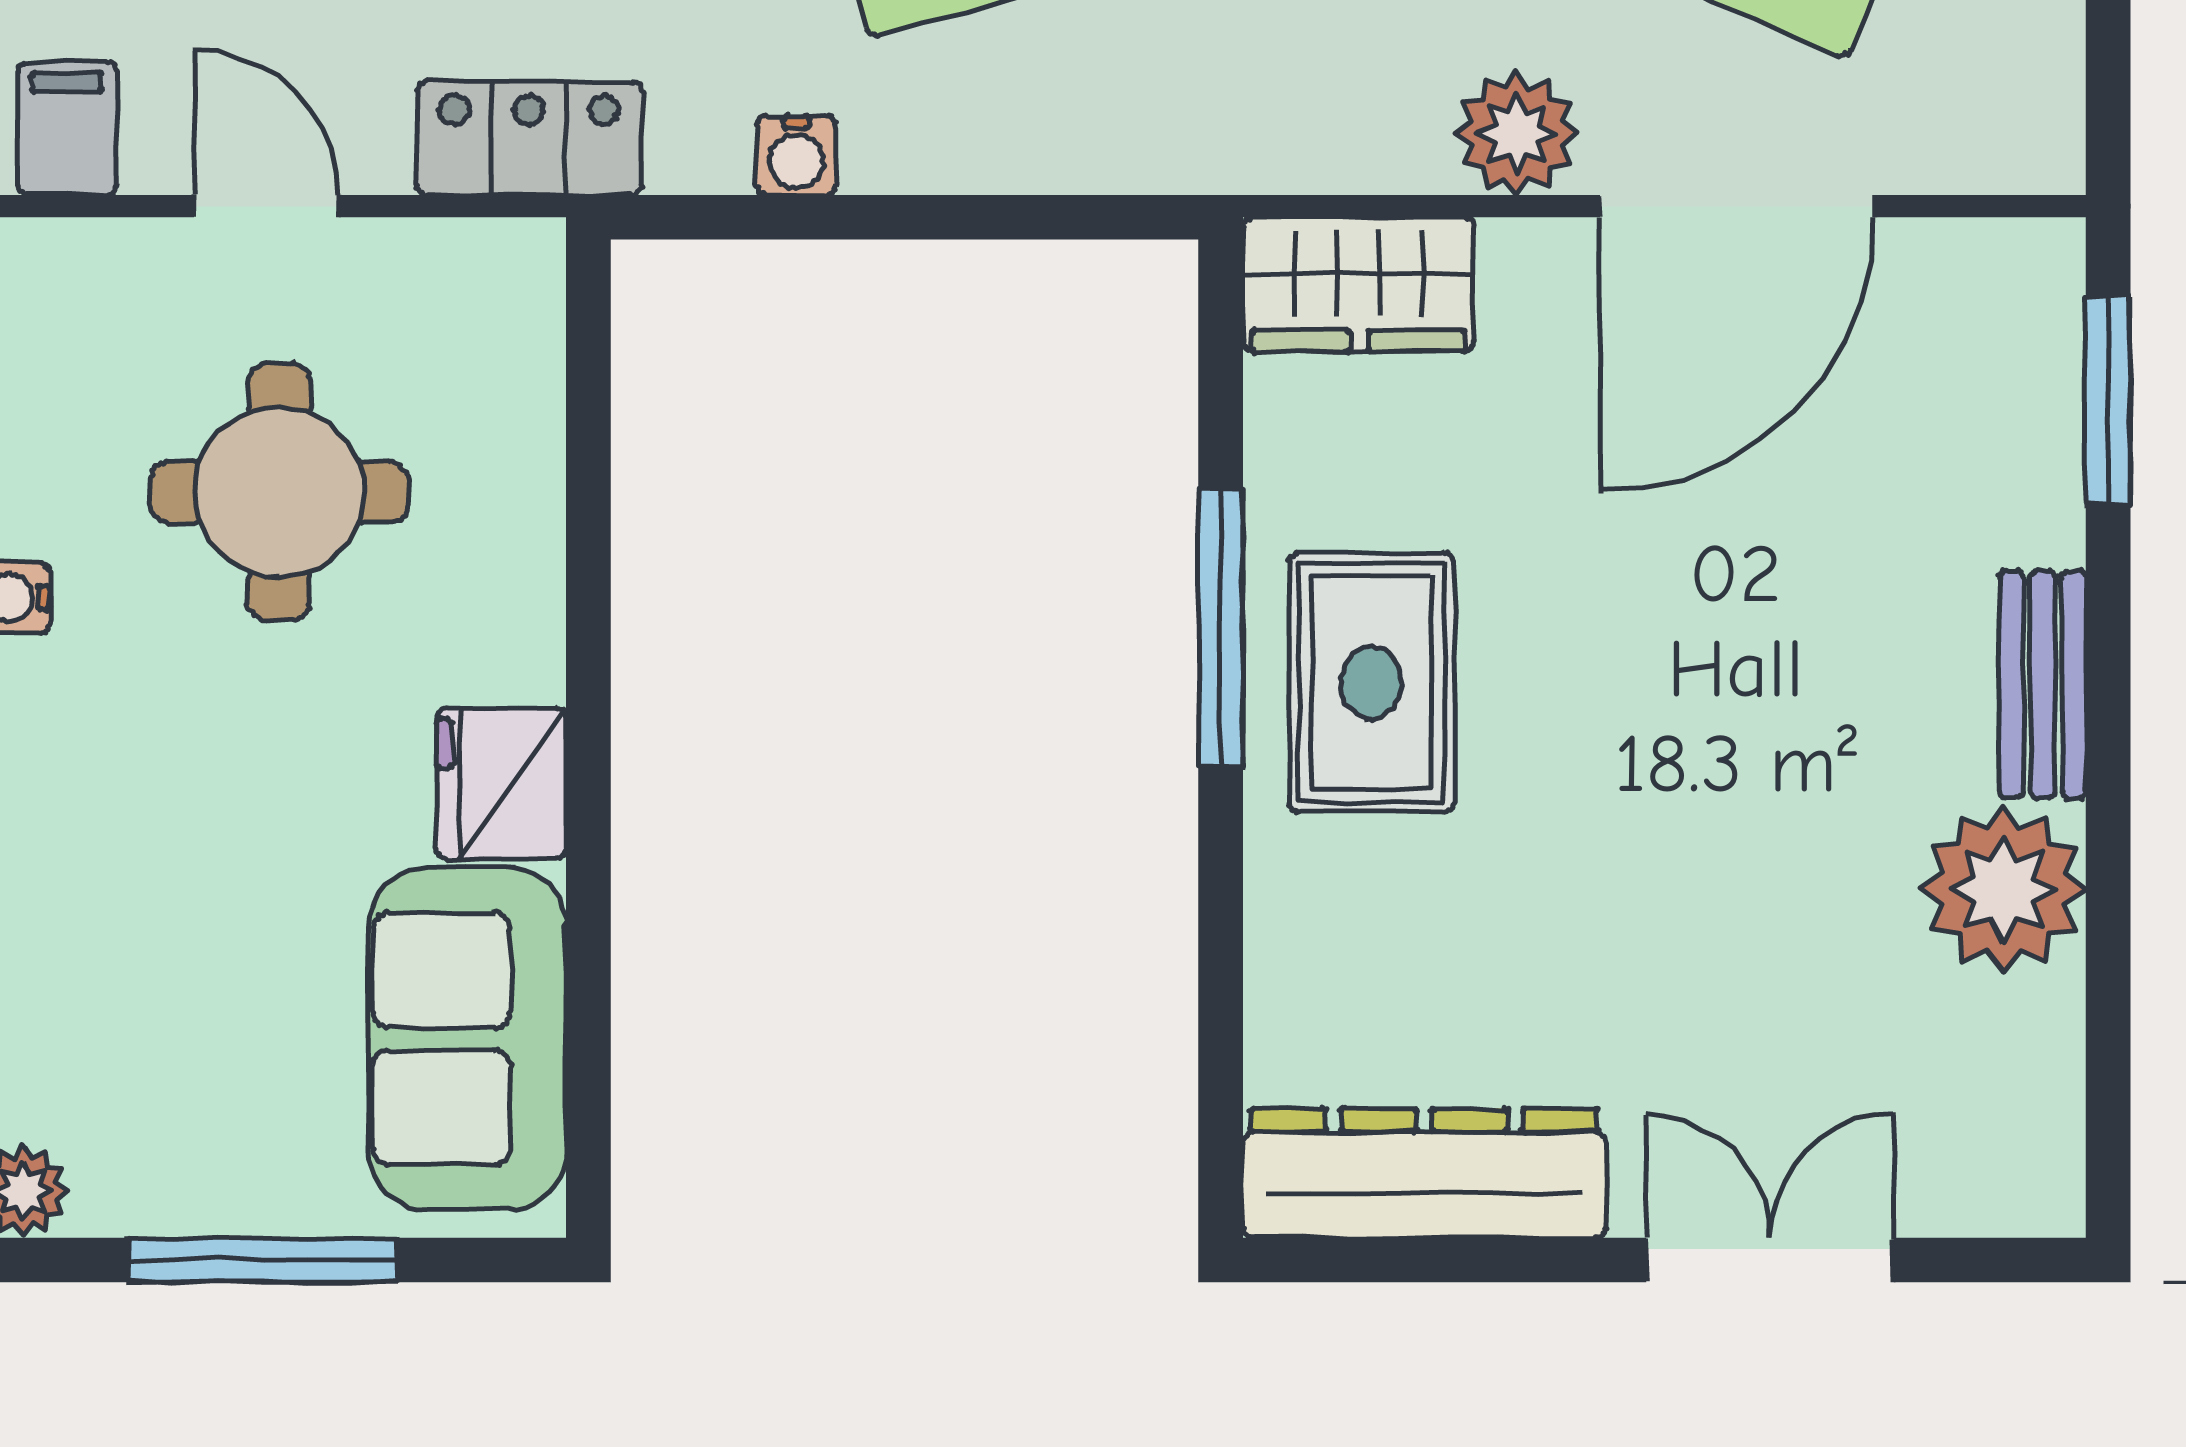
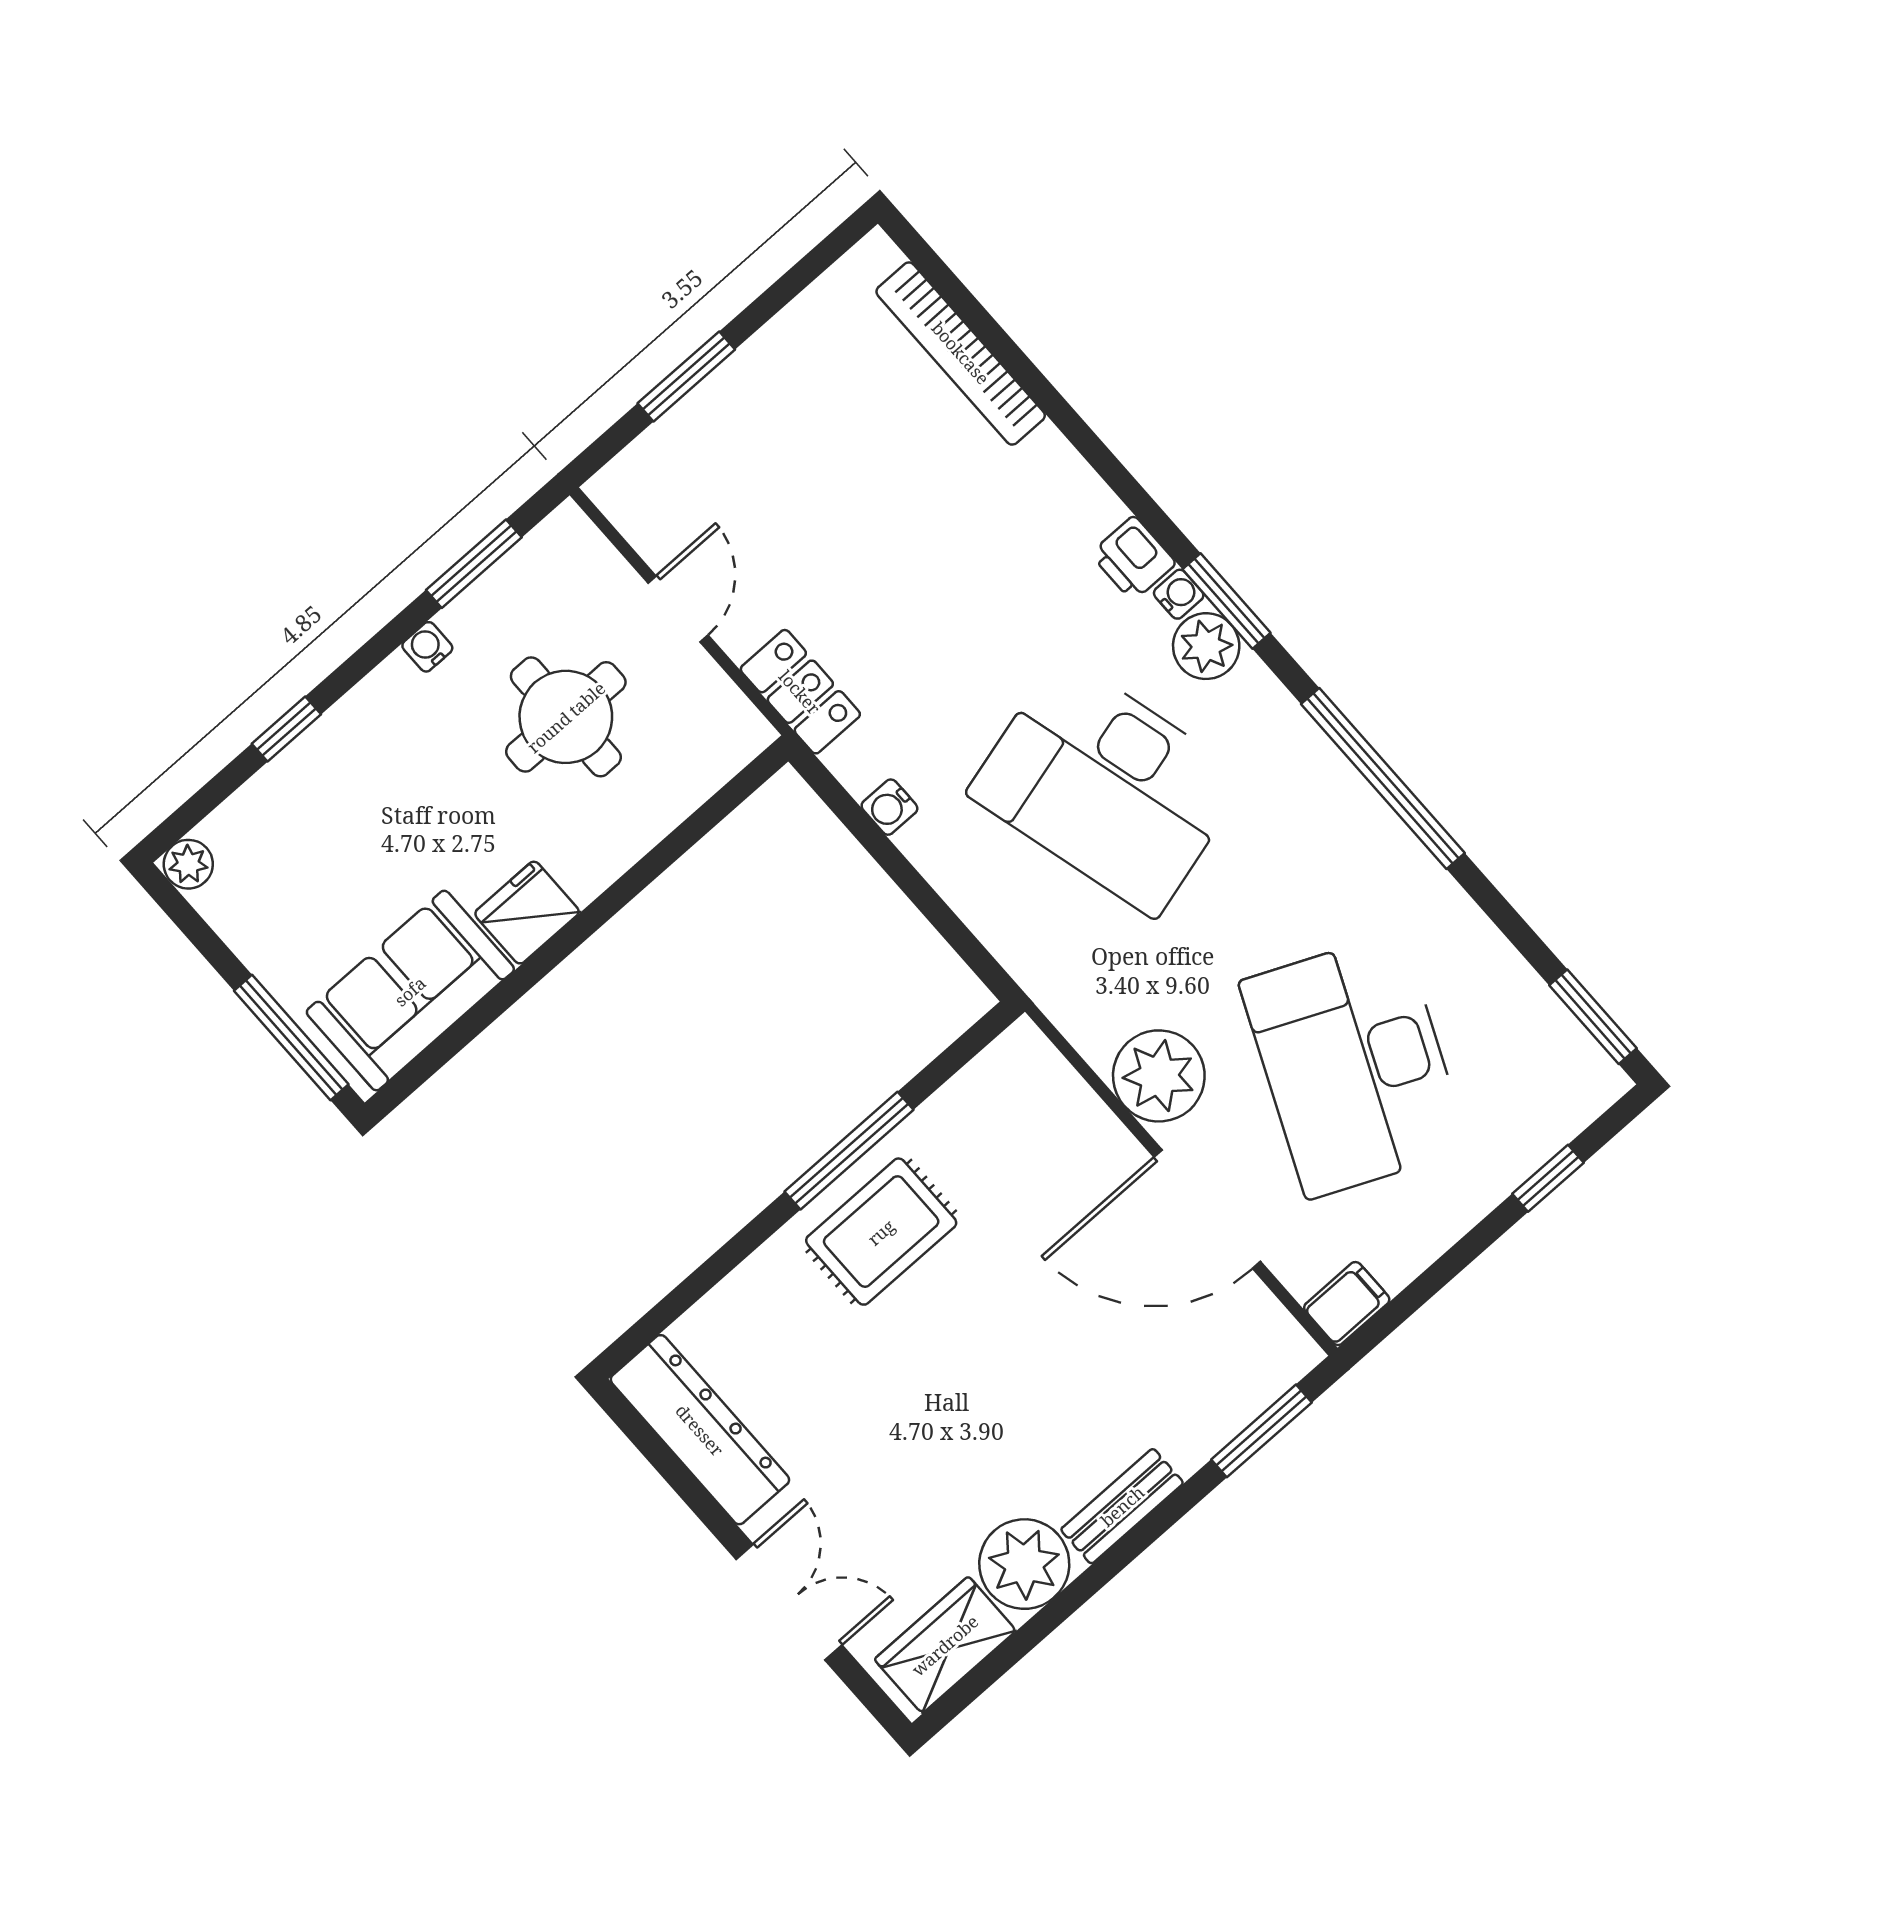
filing cabinet: (67, 129) -> (1347, 1304), moved
plant: (1517, 133) -> (1159, 1076), width x1.36, depth x1.36
wardrobe: (1359, 284) -> (945, 1645), moved, turned 90
window: (263, 1260) -> (291, 1038), moved

